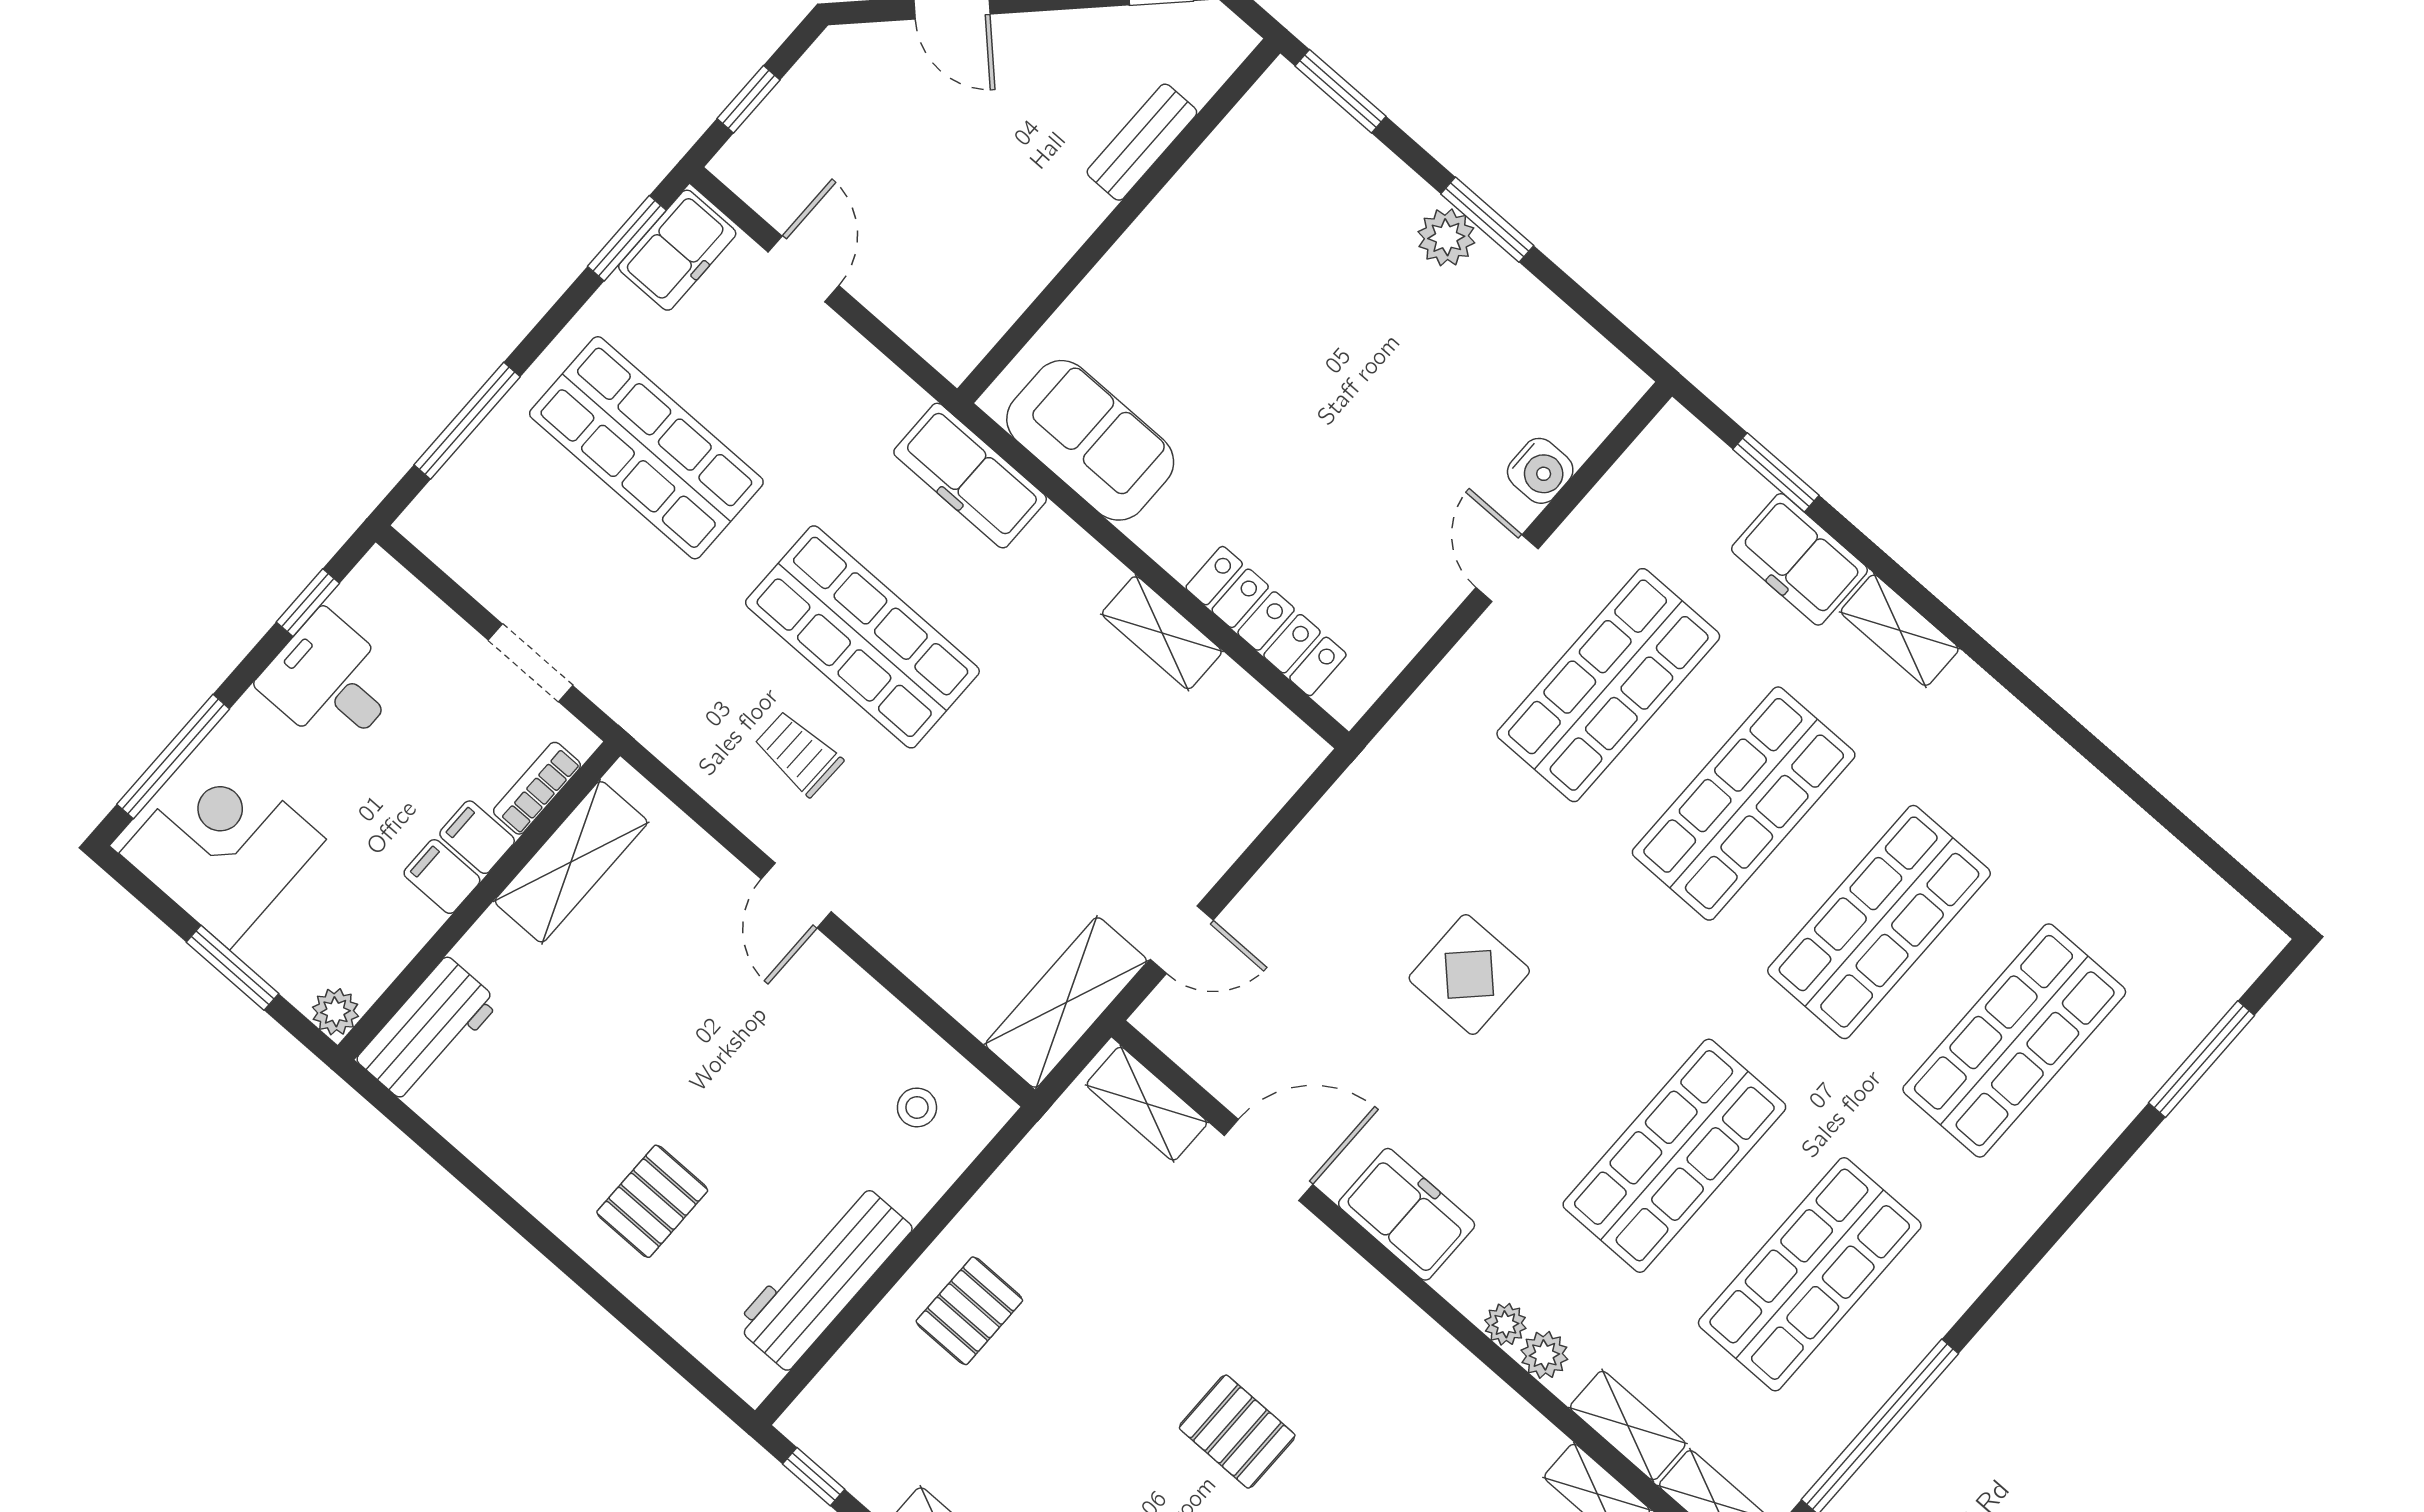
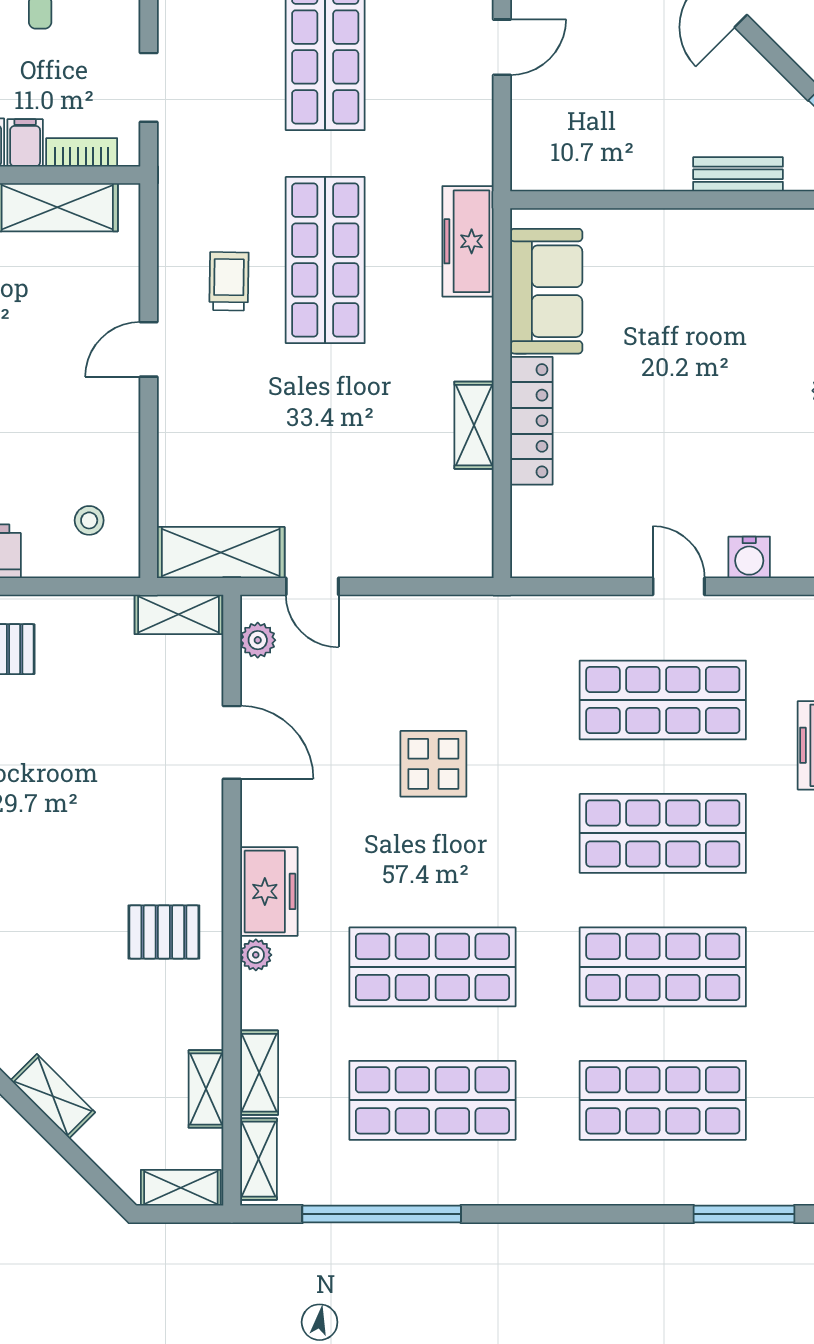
door: (1507, 568) -> (679, 586), hinge flipped
locker: (1266, 621) -> (531, 421), moved
shelving: (1147, 1104) -> (178, 614), moved, turned 90
freezer: (1407, 1214) -> (269, 891), moved
plant: (1544, 1355) -> (258, 640), moved
pallet: (1237, 1432) -> (164, 932), moved, turned 90

